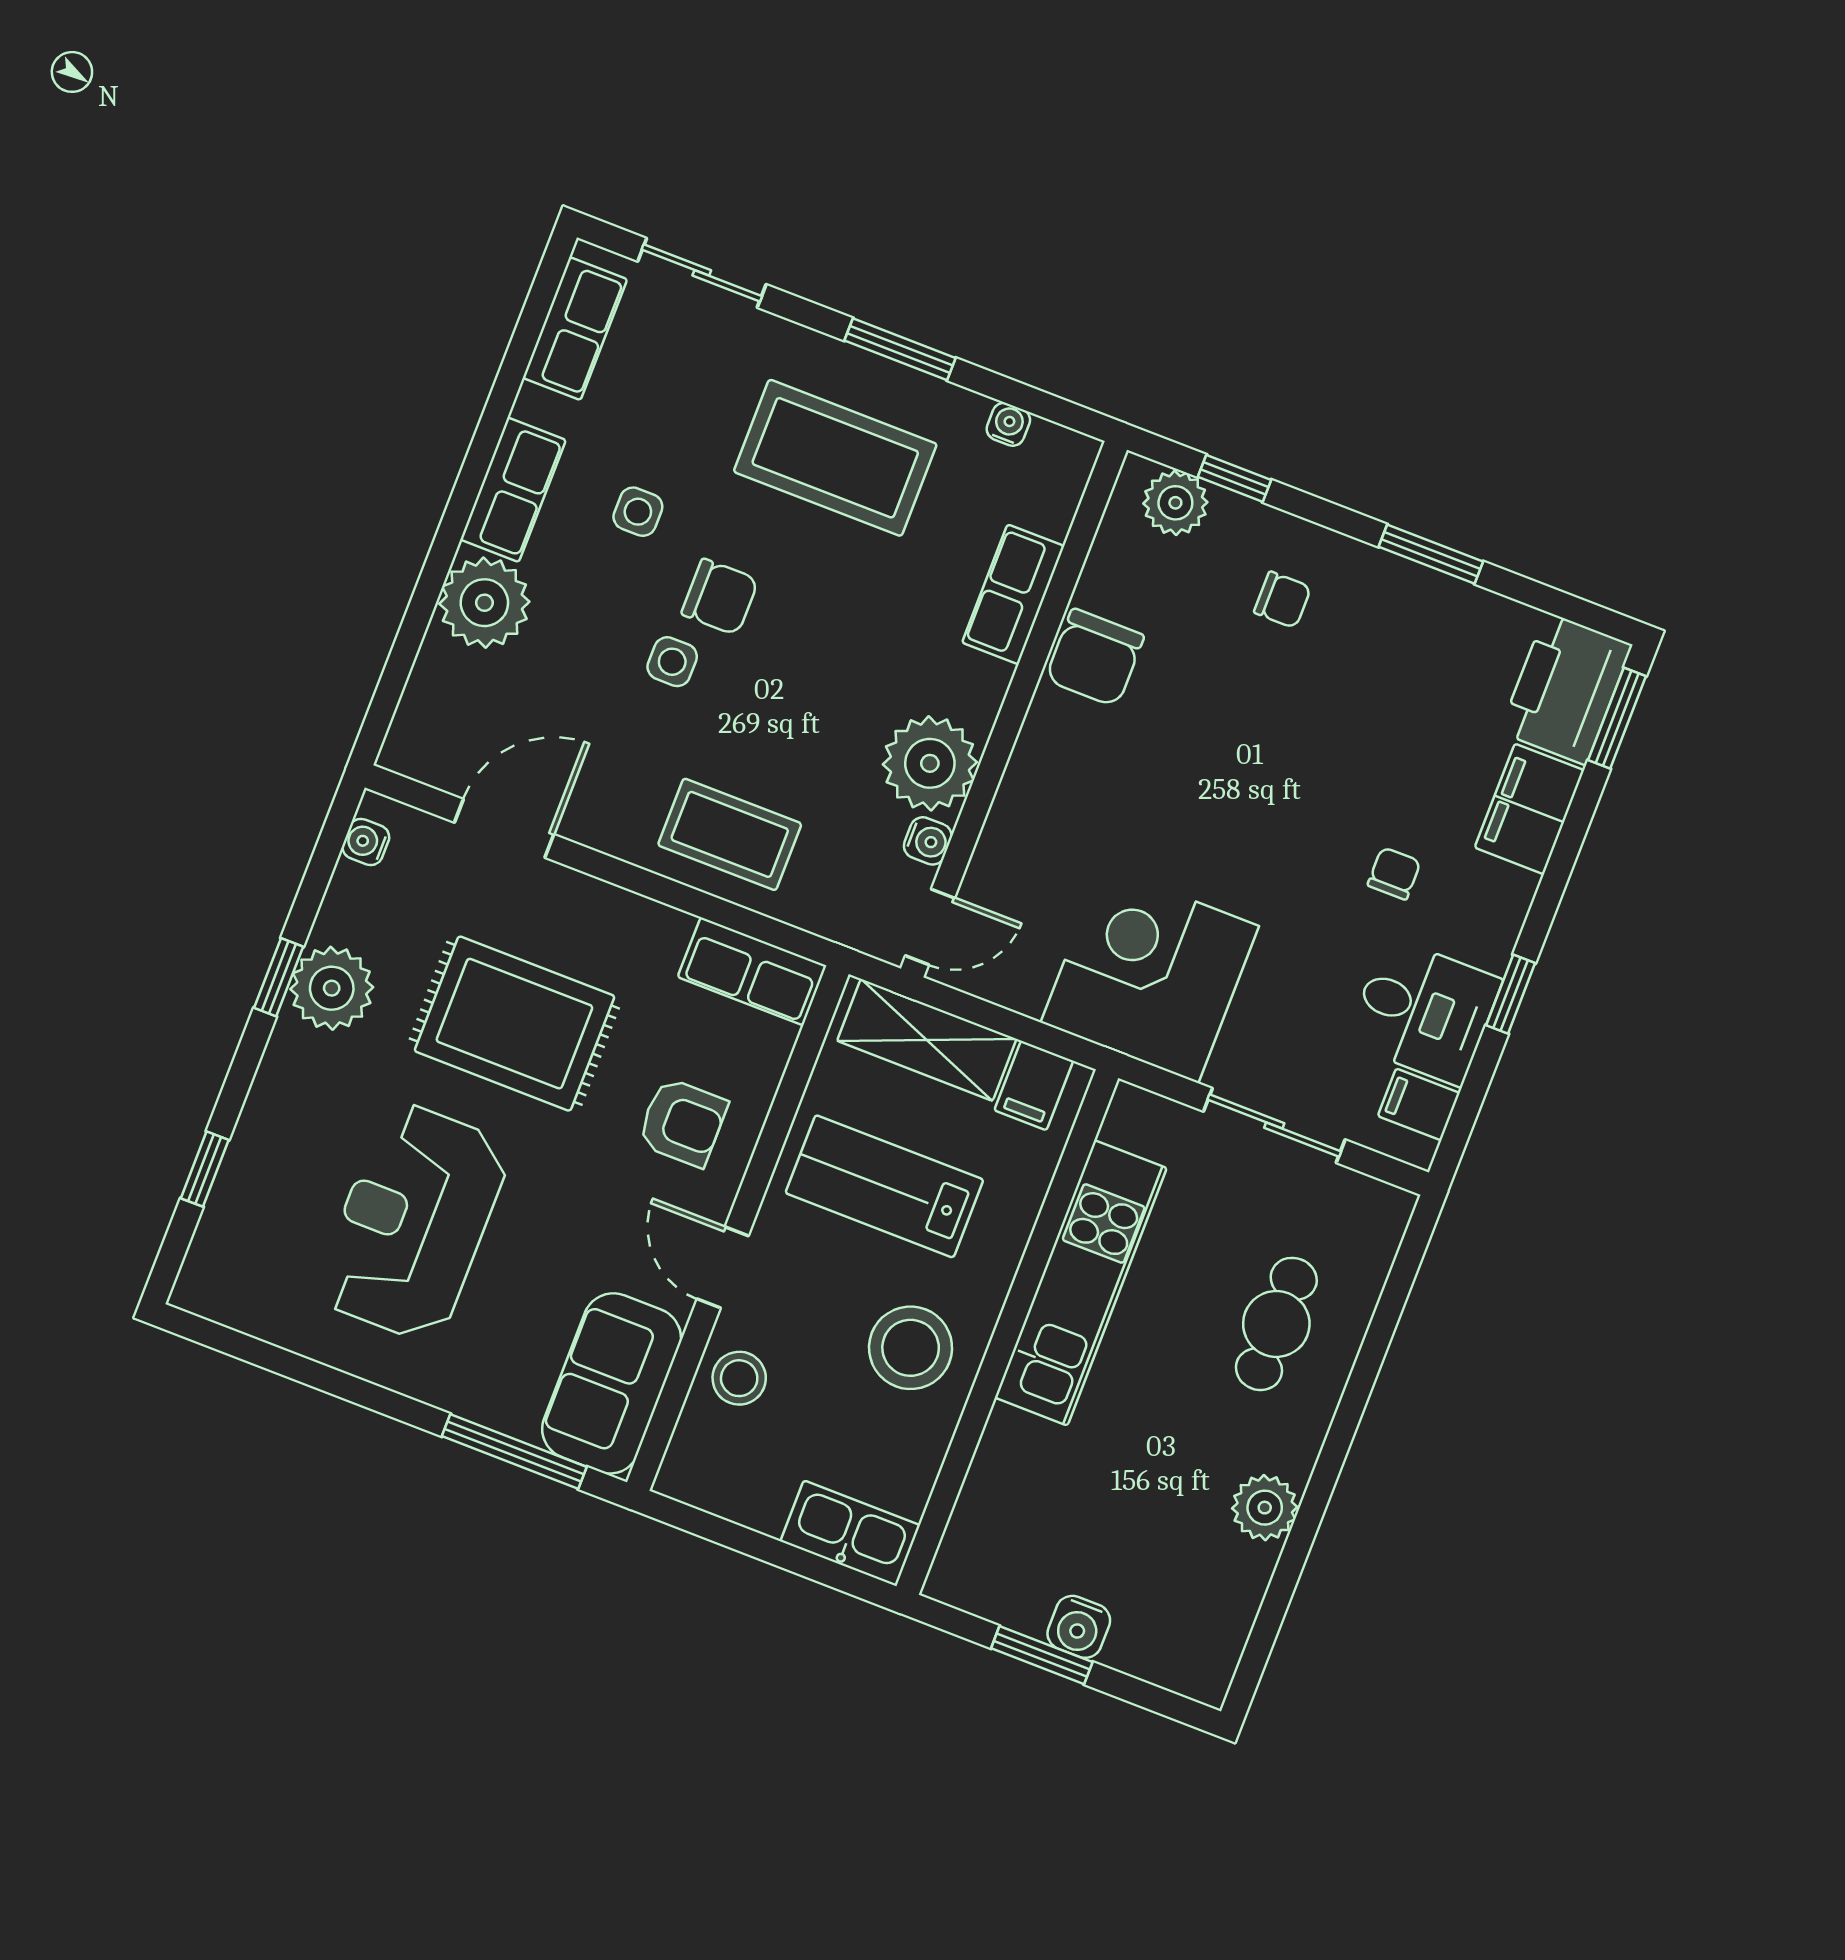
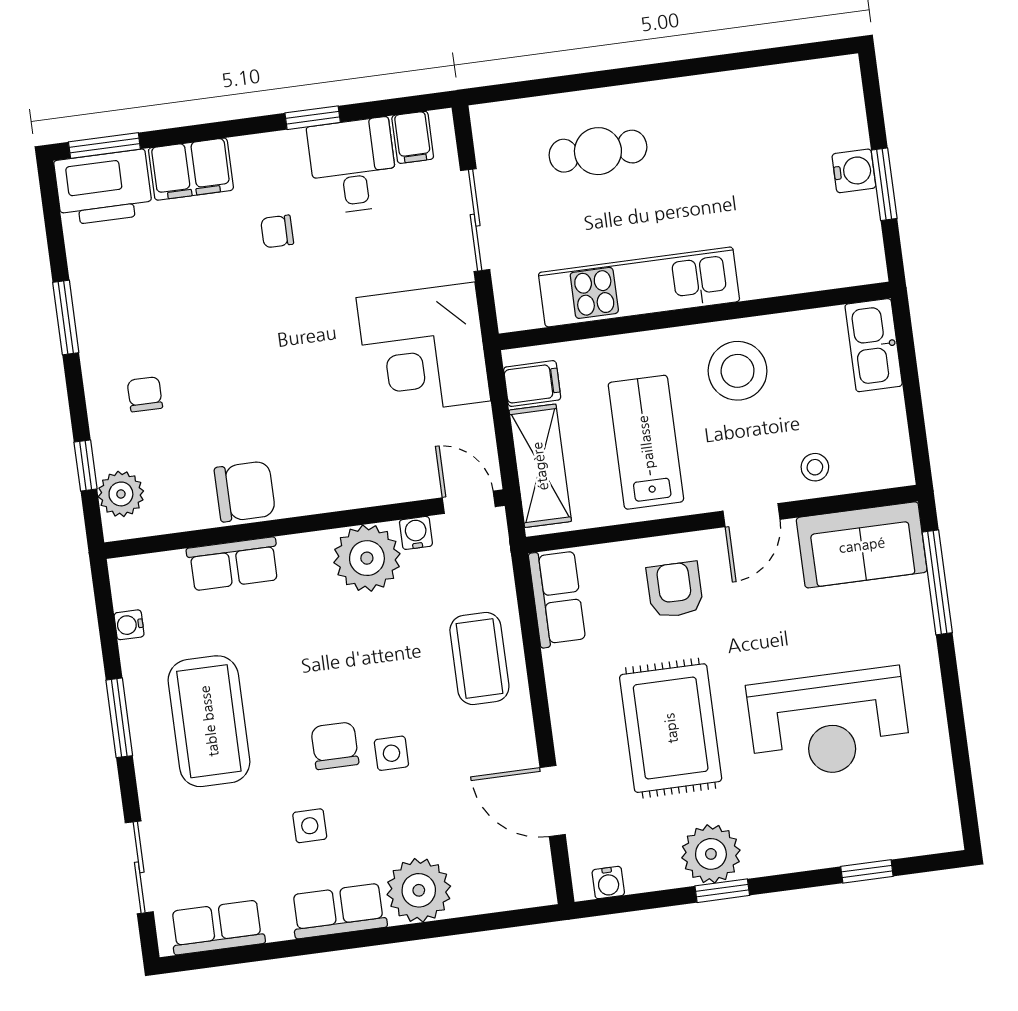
lab bench: (884, 1186) -> (646, 442), turned 180
stool: (739, 1378) -> (815, 467), width x0.73, depth x0.73
plant: (1265, 1508) -> (716, 96), removed

